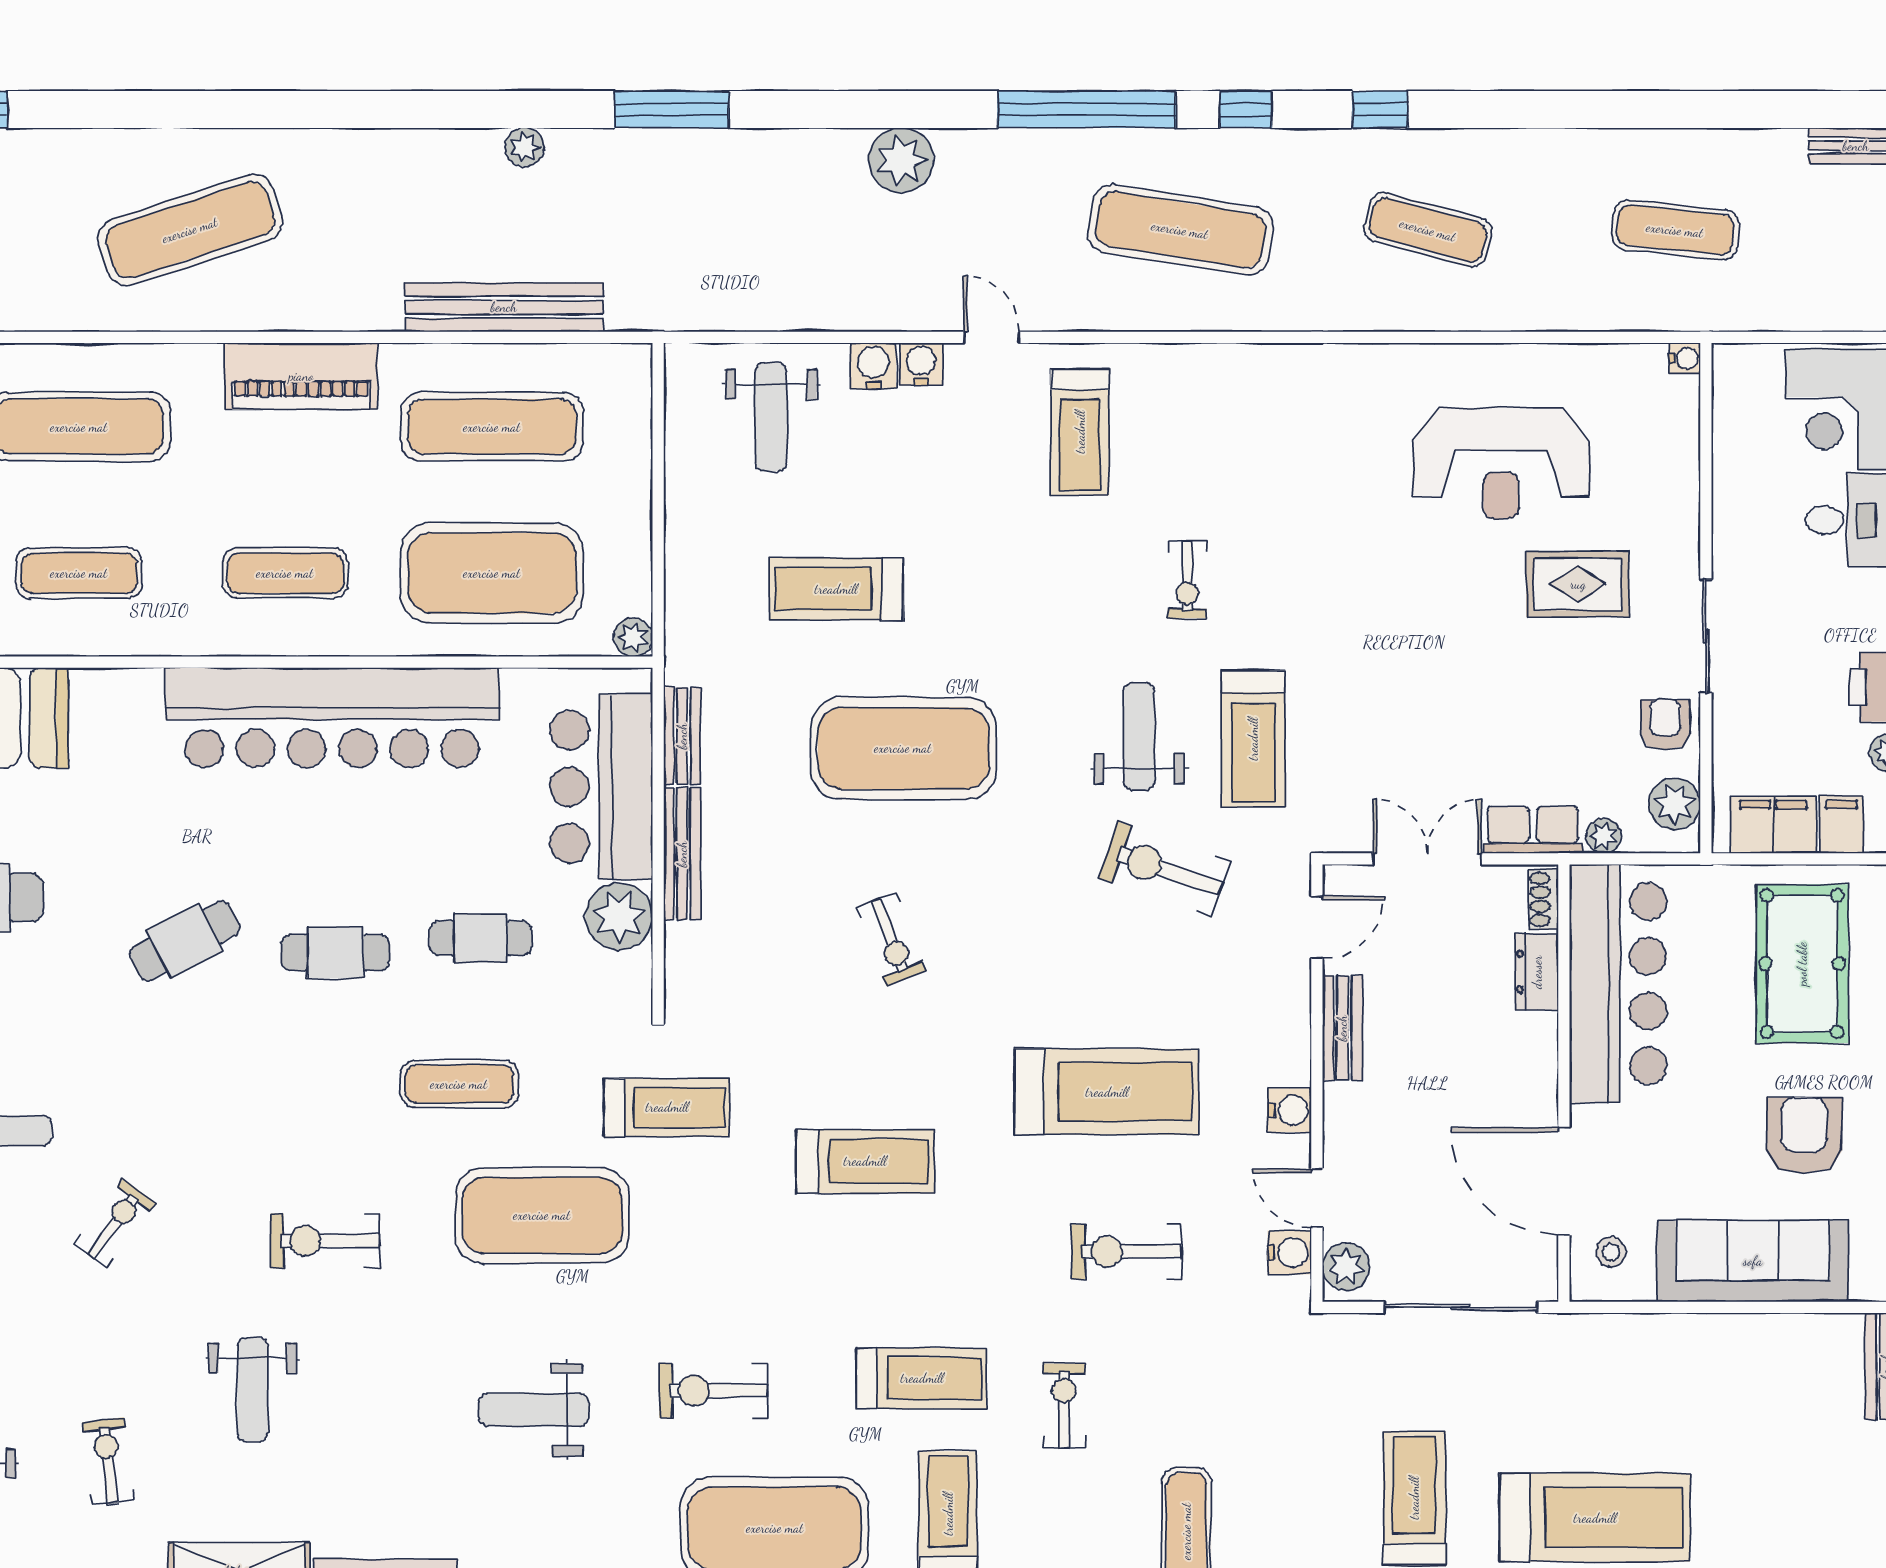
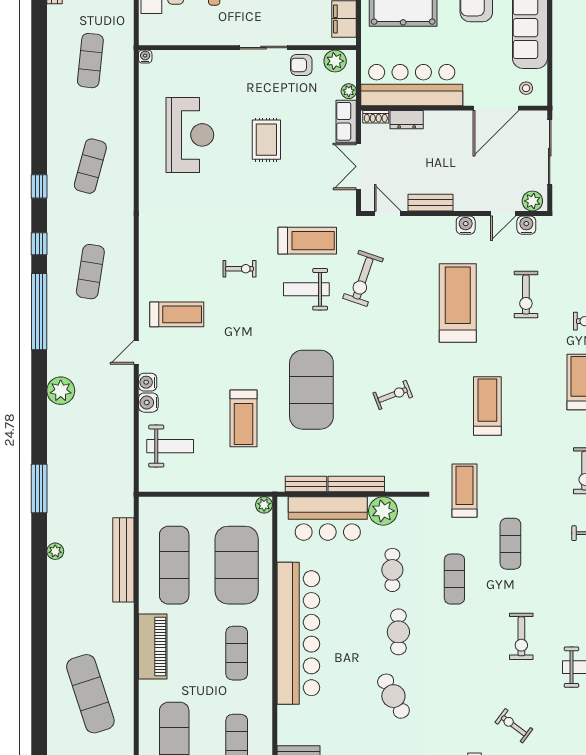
exercise mat: (1180, 230) -> (90, 272), width x0.73, depth x0.69
rug: (1578, 584) -> (266, 140), moved
exercise mat: (542, 1215) -> (510, 544), width x0.50, depth x0.69

